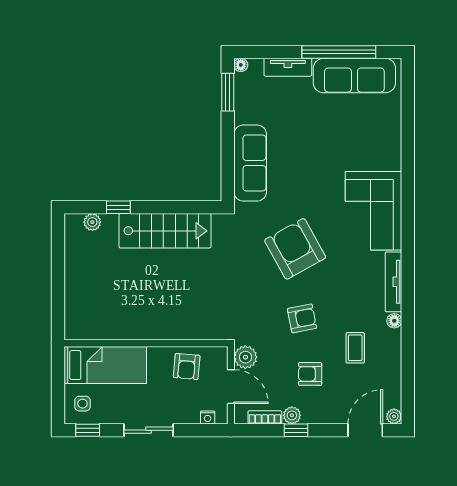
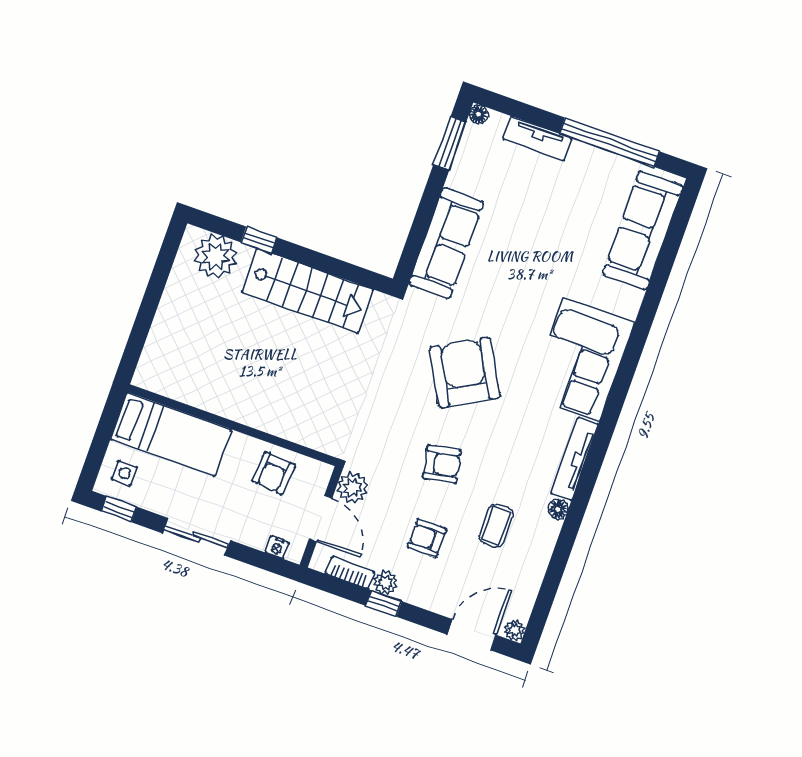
sofa: (354, 76) -> (643, 230), moved, turned 90
plant: (92, 222) -> (216, 256), width x1.88, depth x1.88

